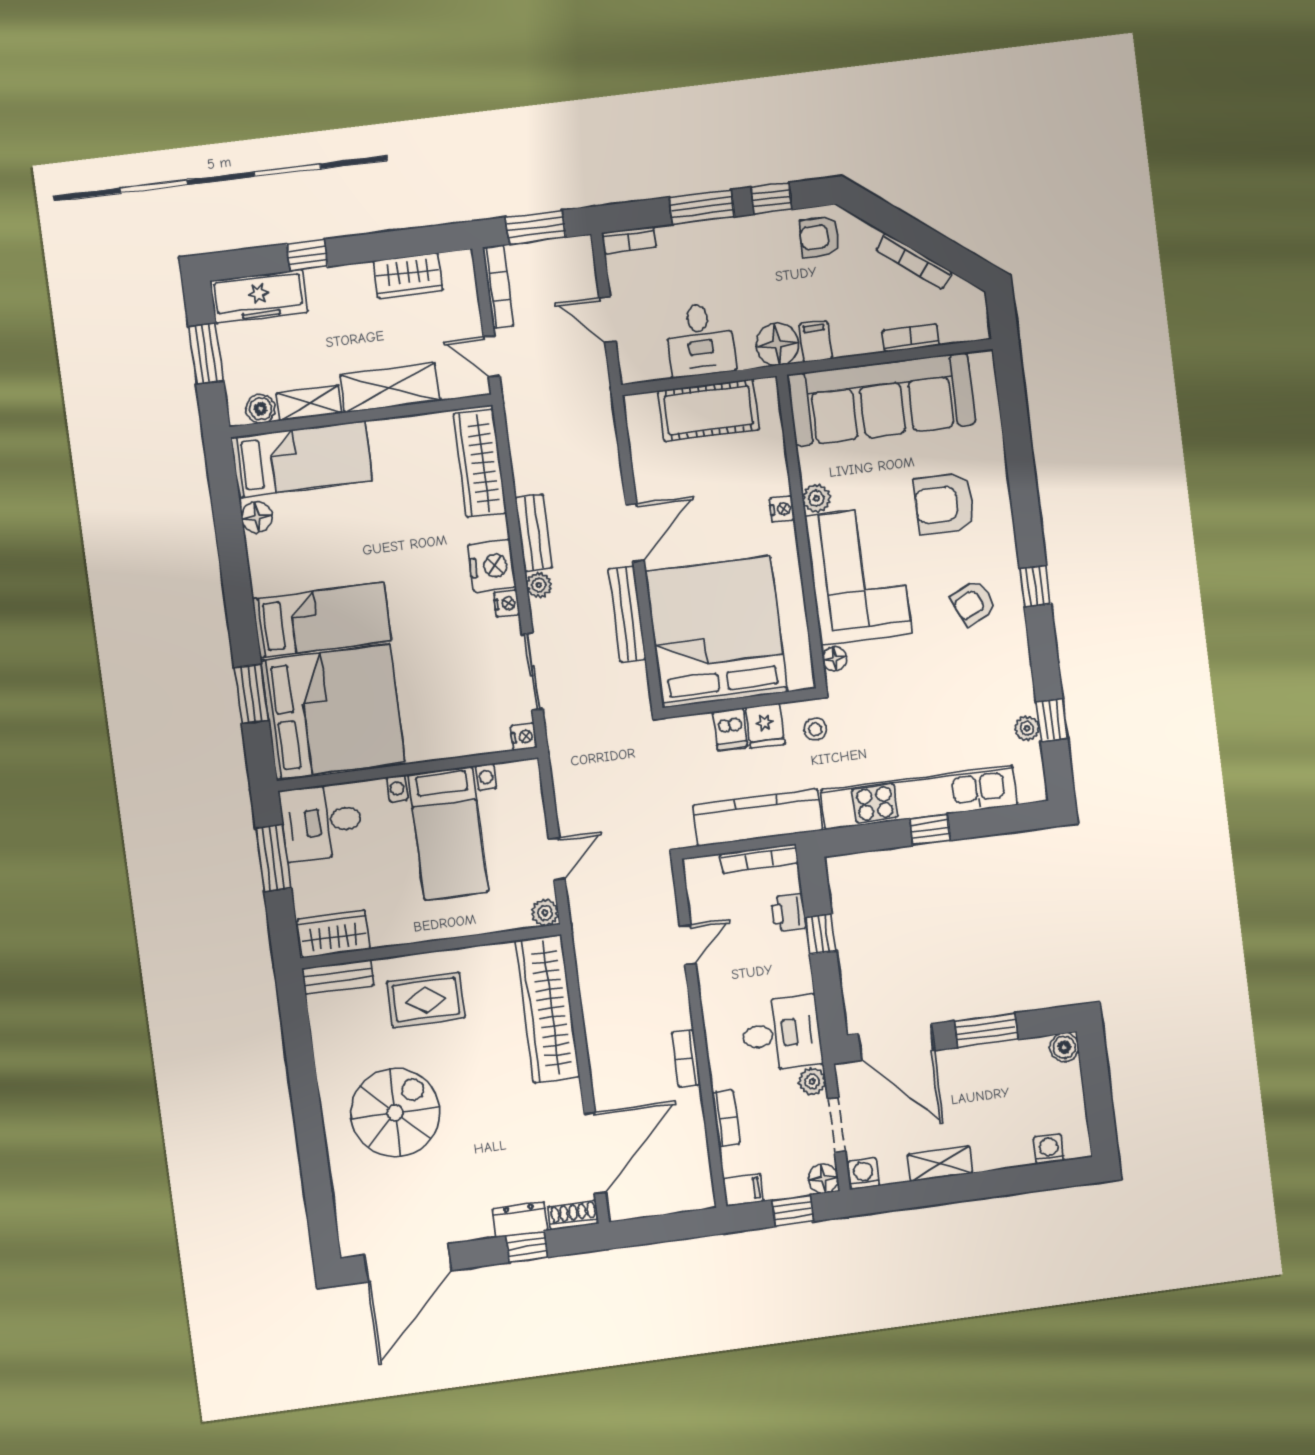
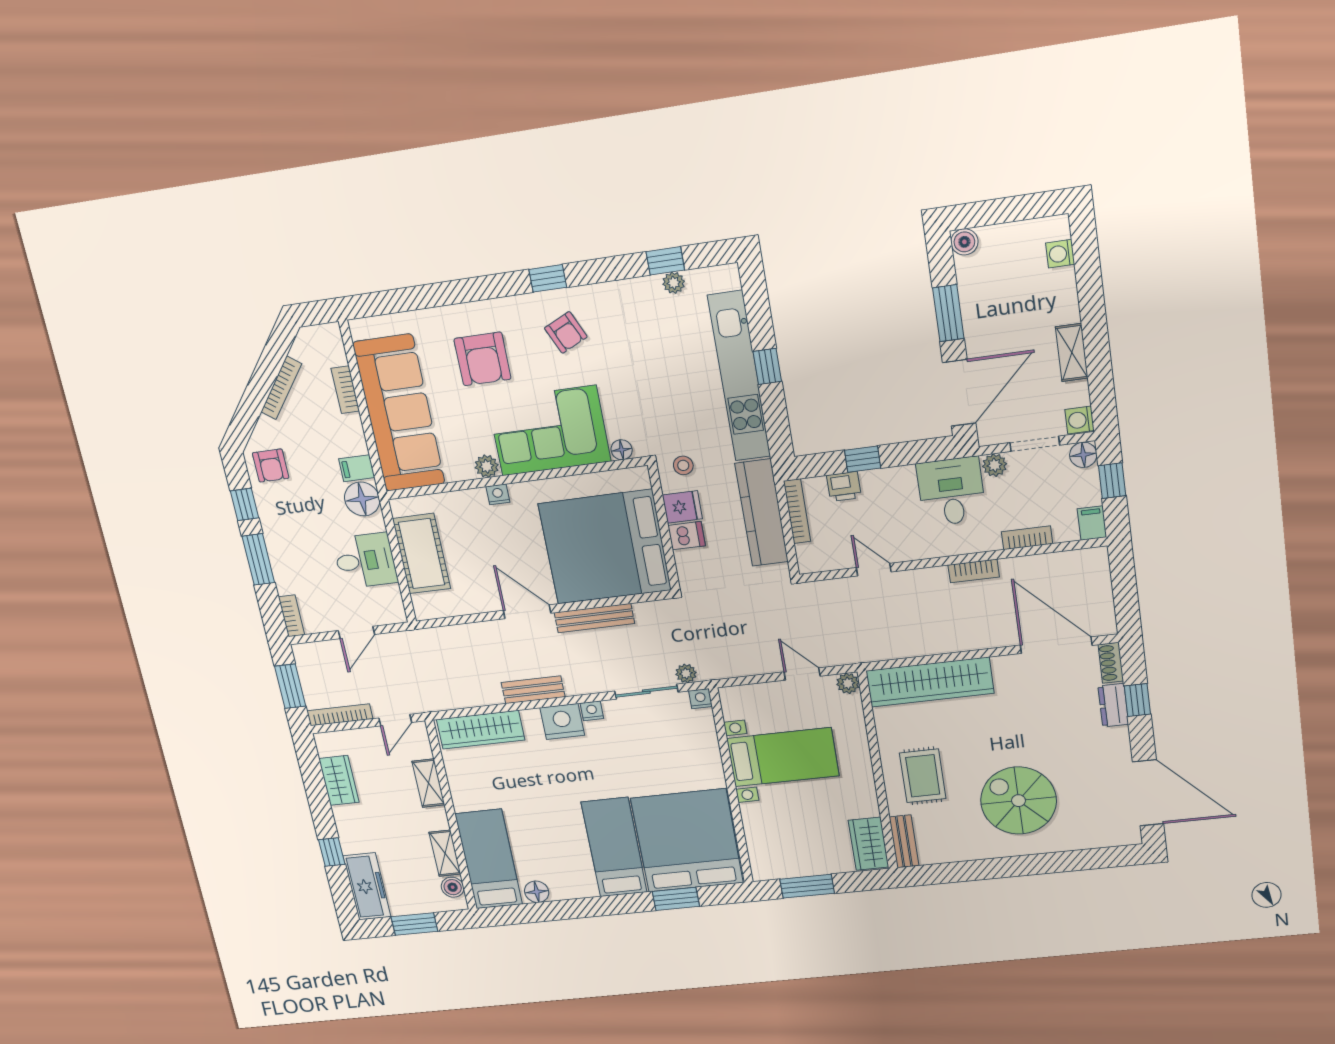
shelving: (390, 388) -> (428, 783), width x0.67, depth x0.75
plant: (539, 585) -> (686, 673), moved
desk: (322, 822) -> (777, 851), removed

